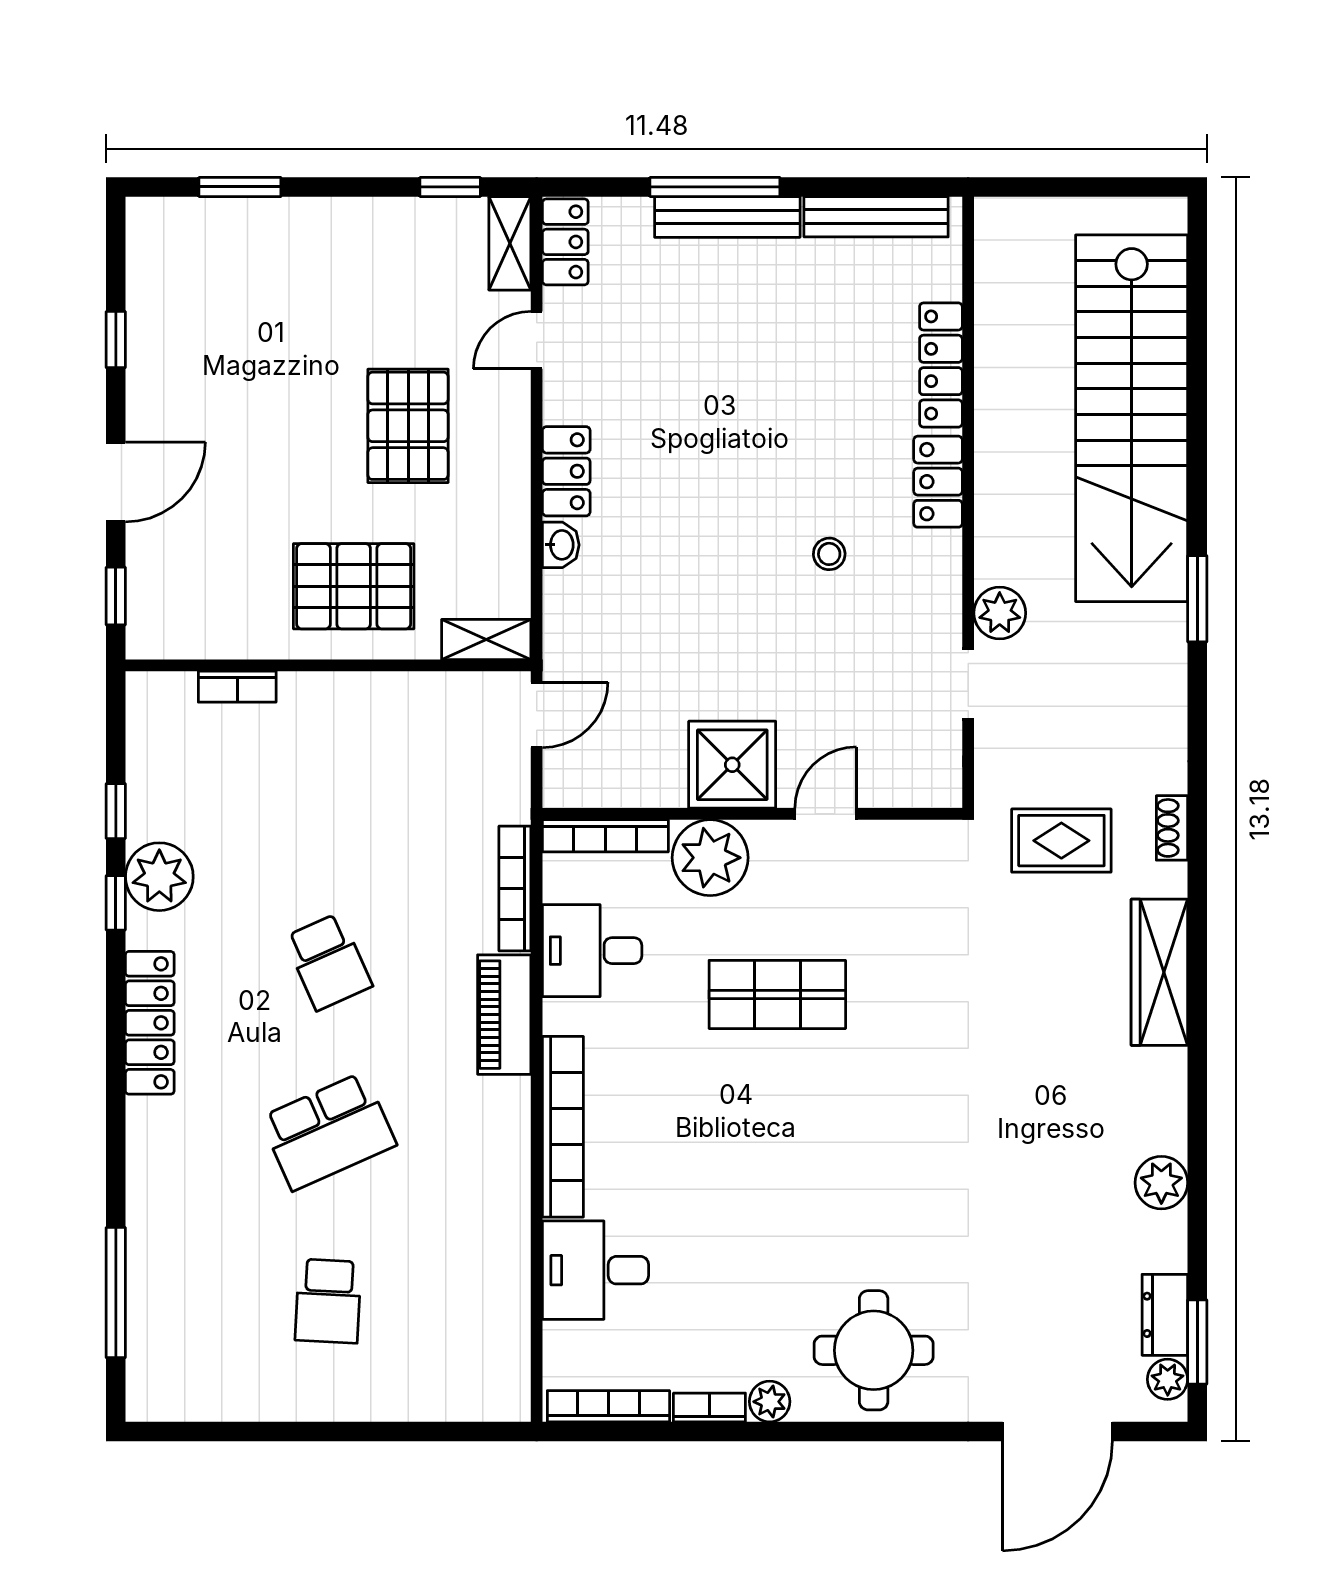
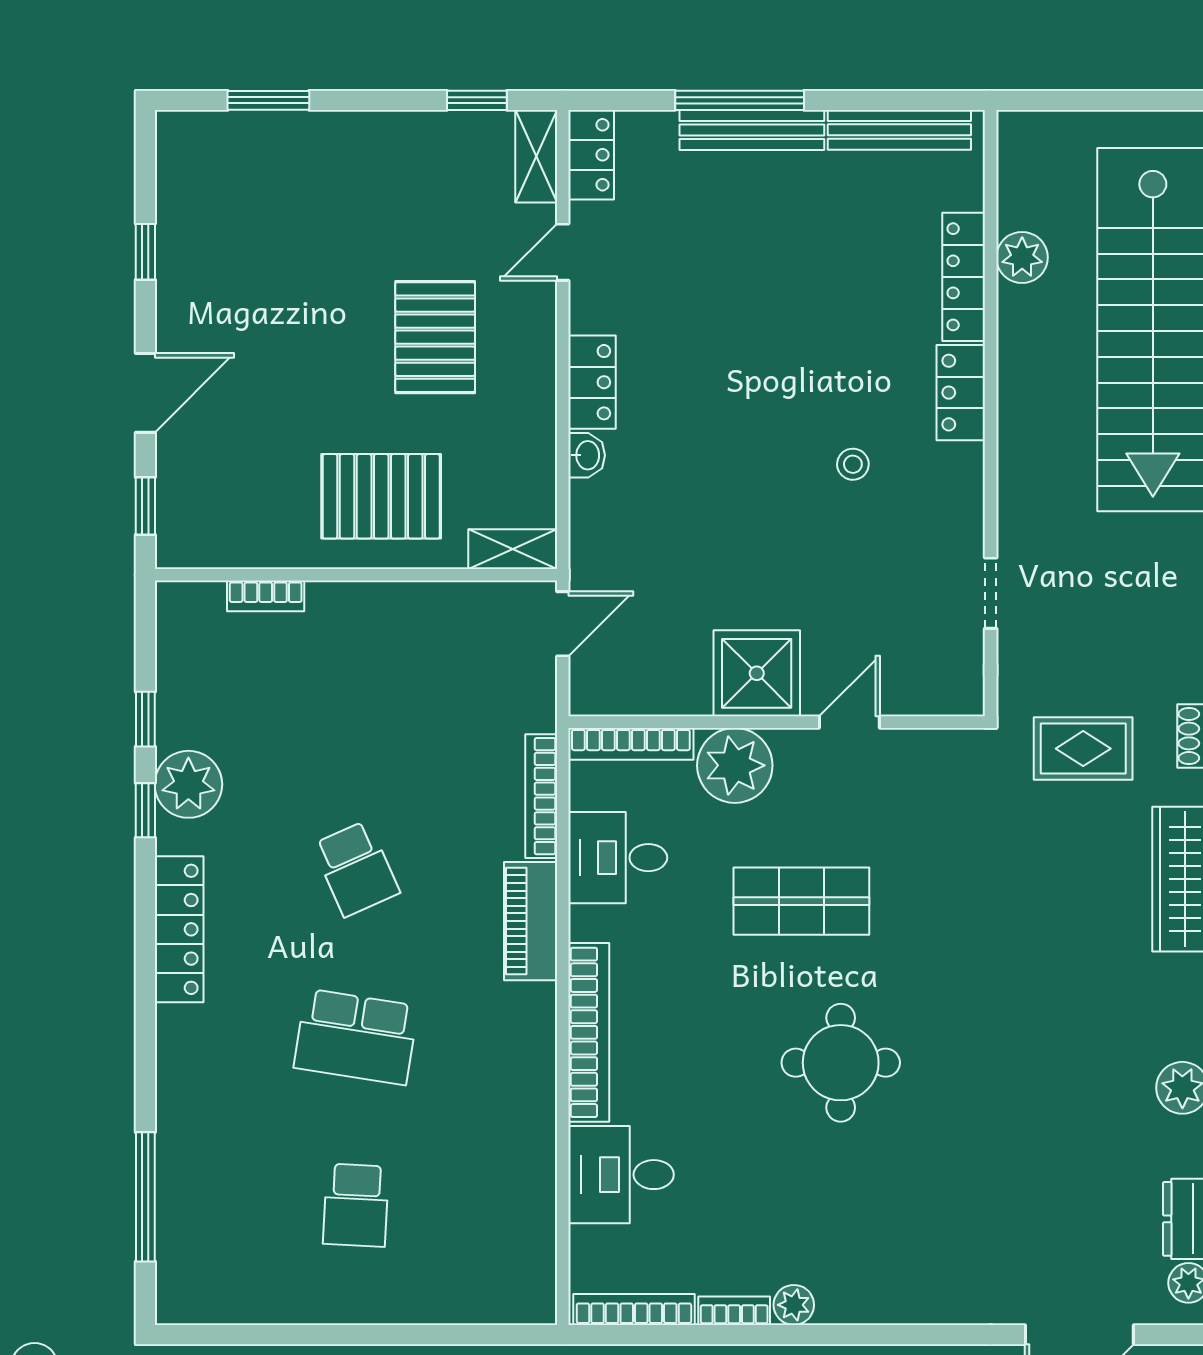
plant: (1000, 613) -> (1022, 257), moved
school desk: (328, 1131) -> (356, 1037), turned 33
round table: (874, 1350) -> (841, 1063), moved

